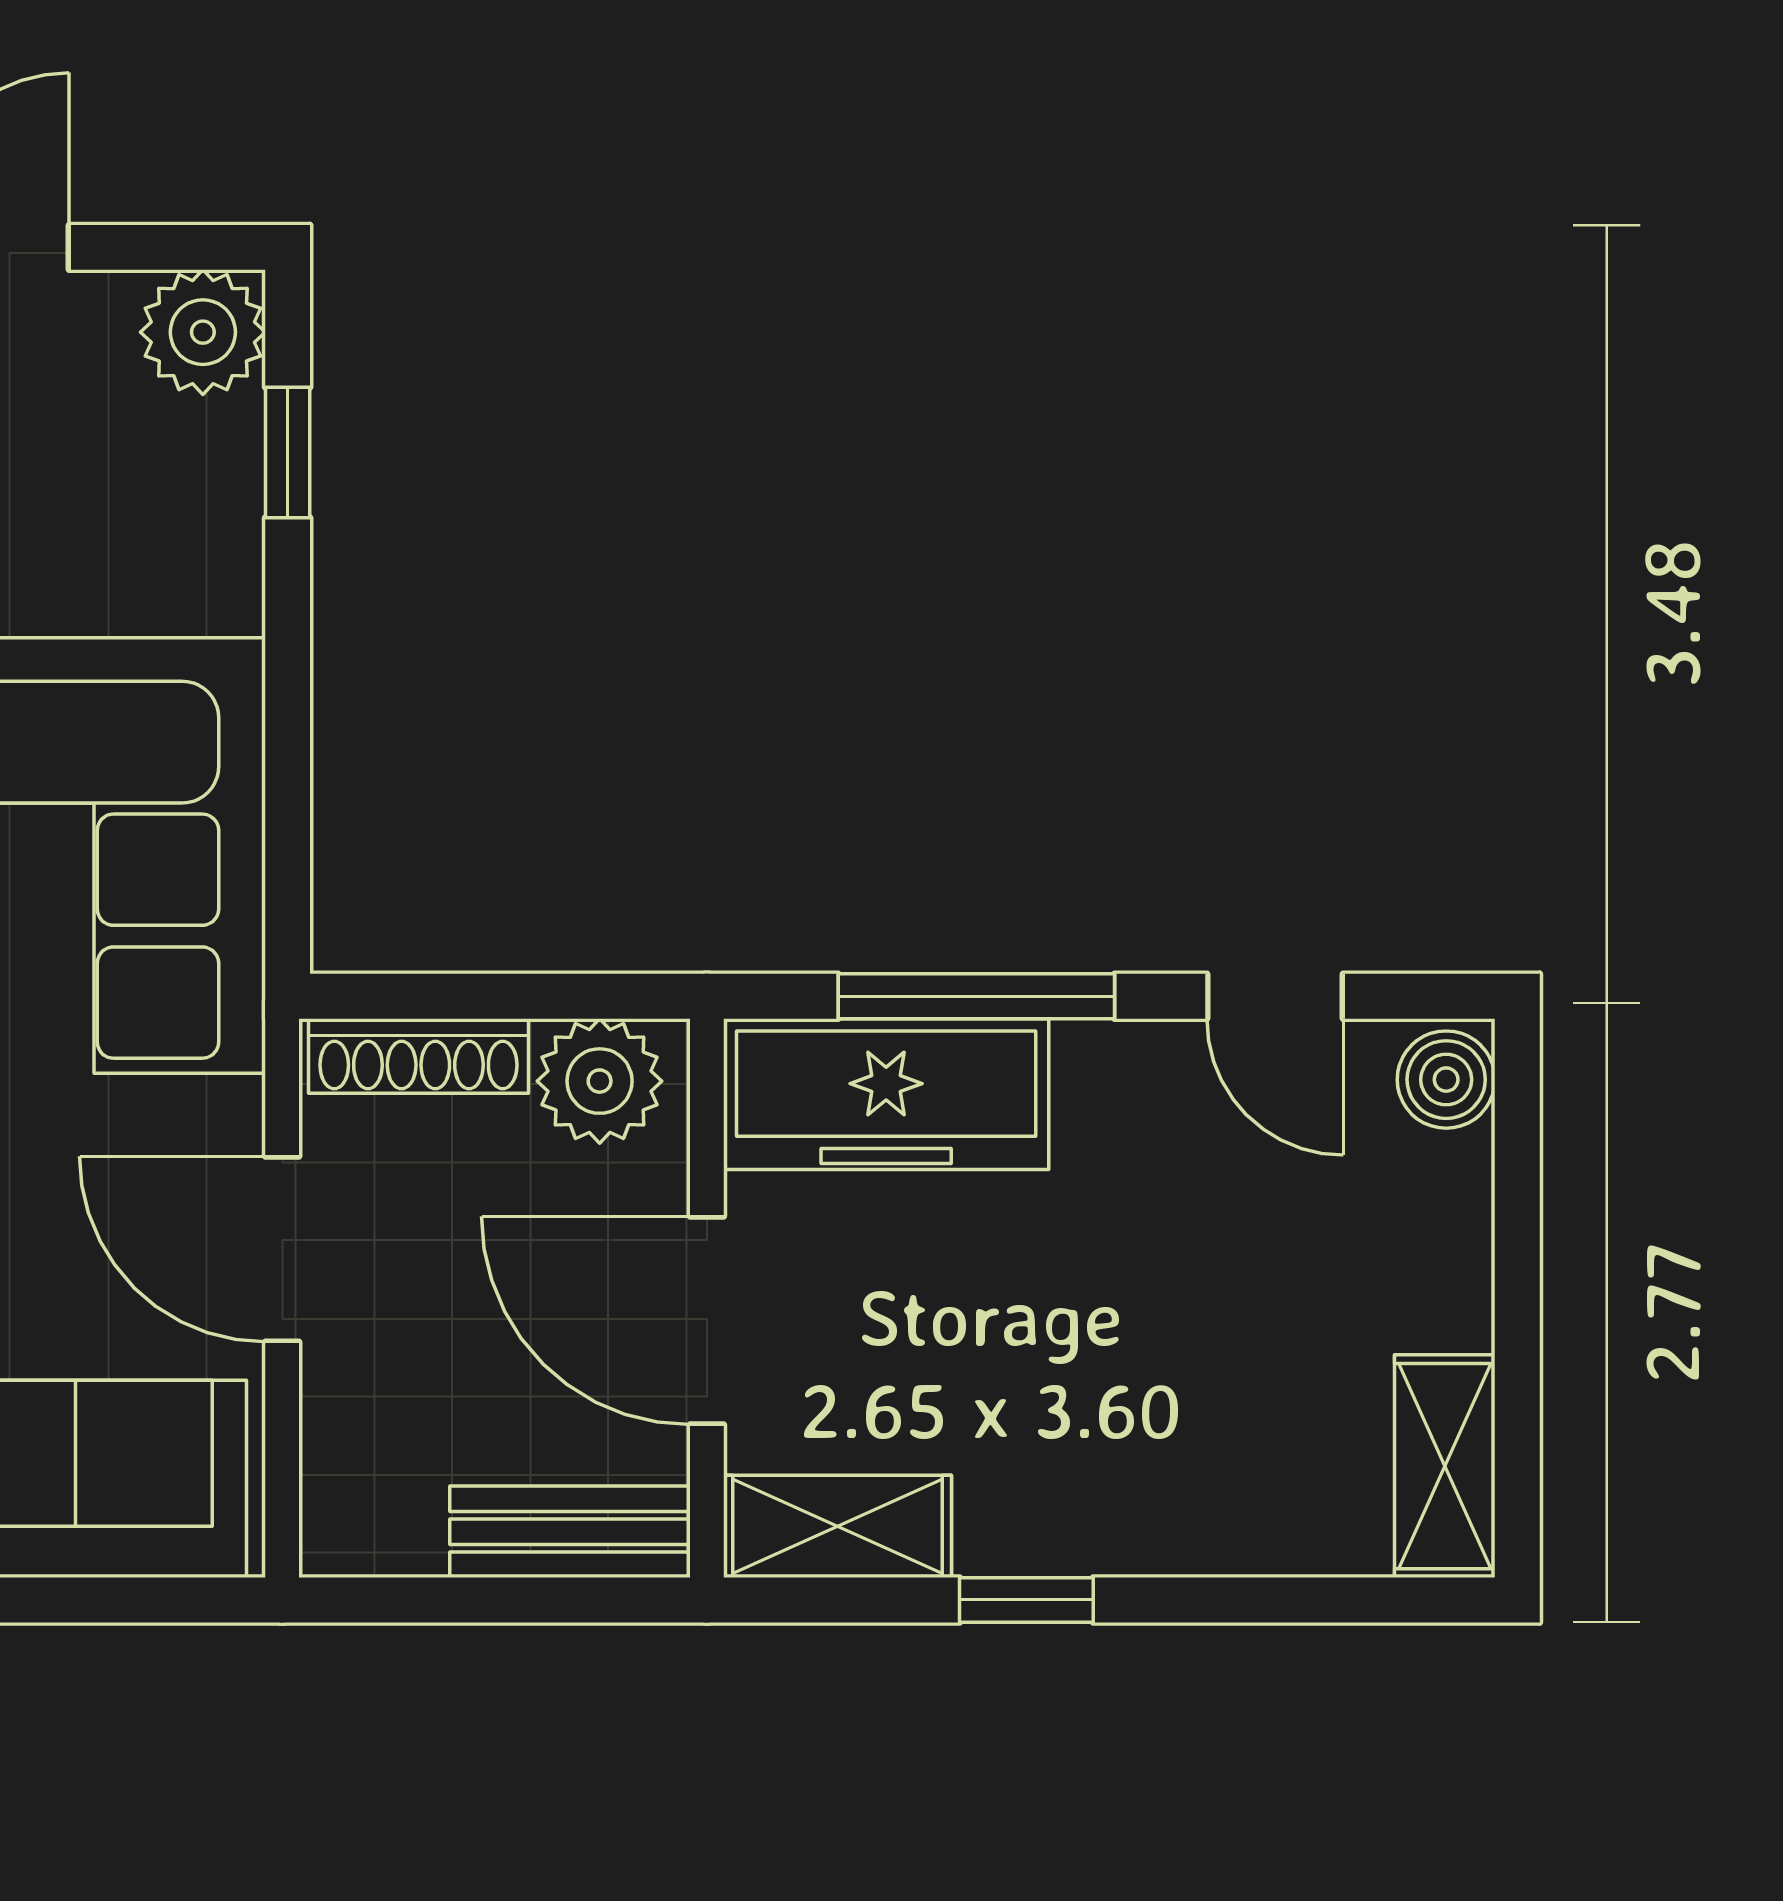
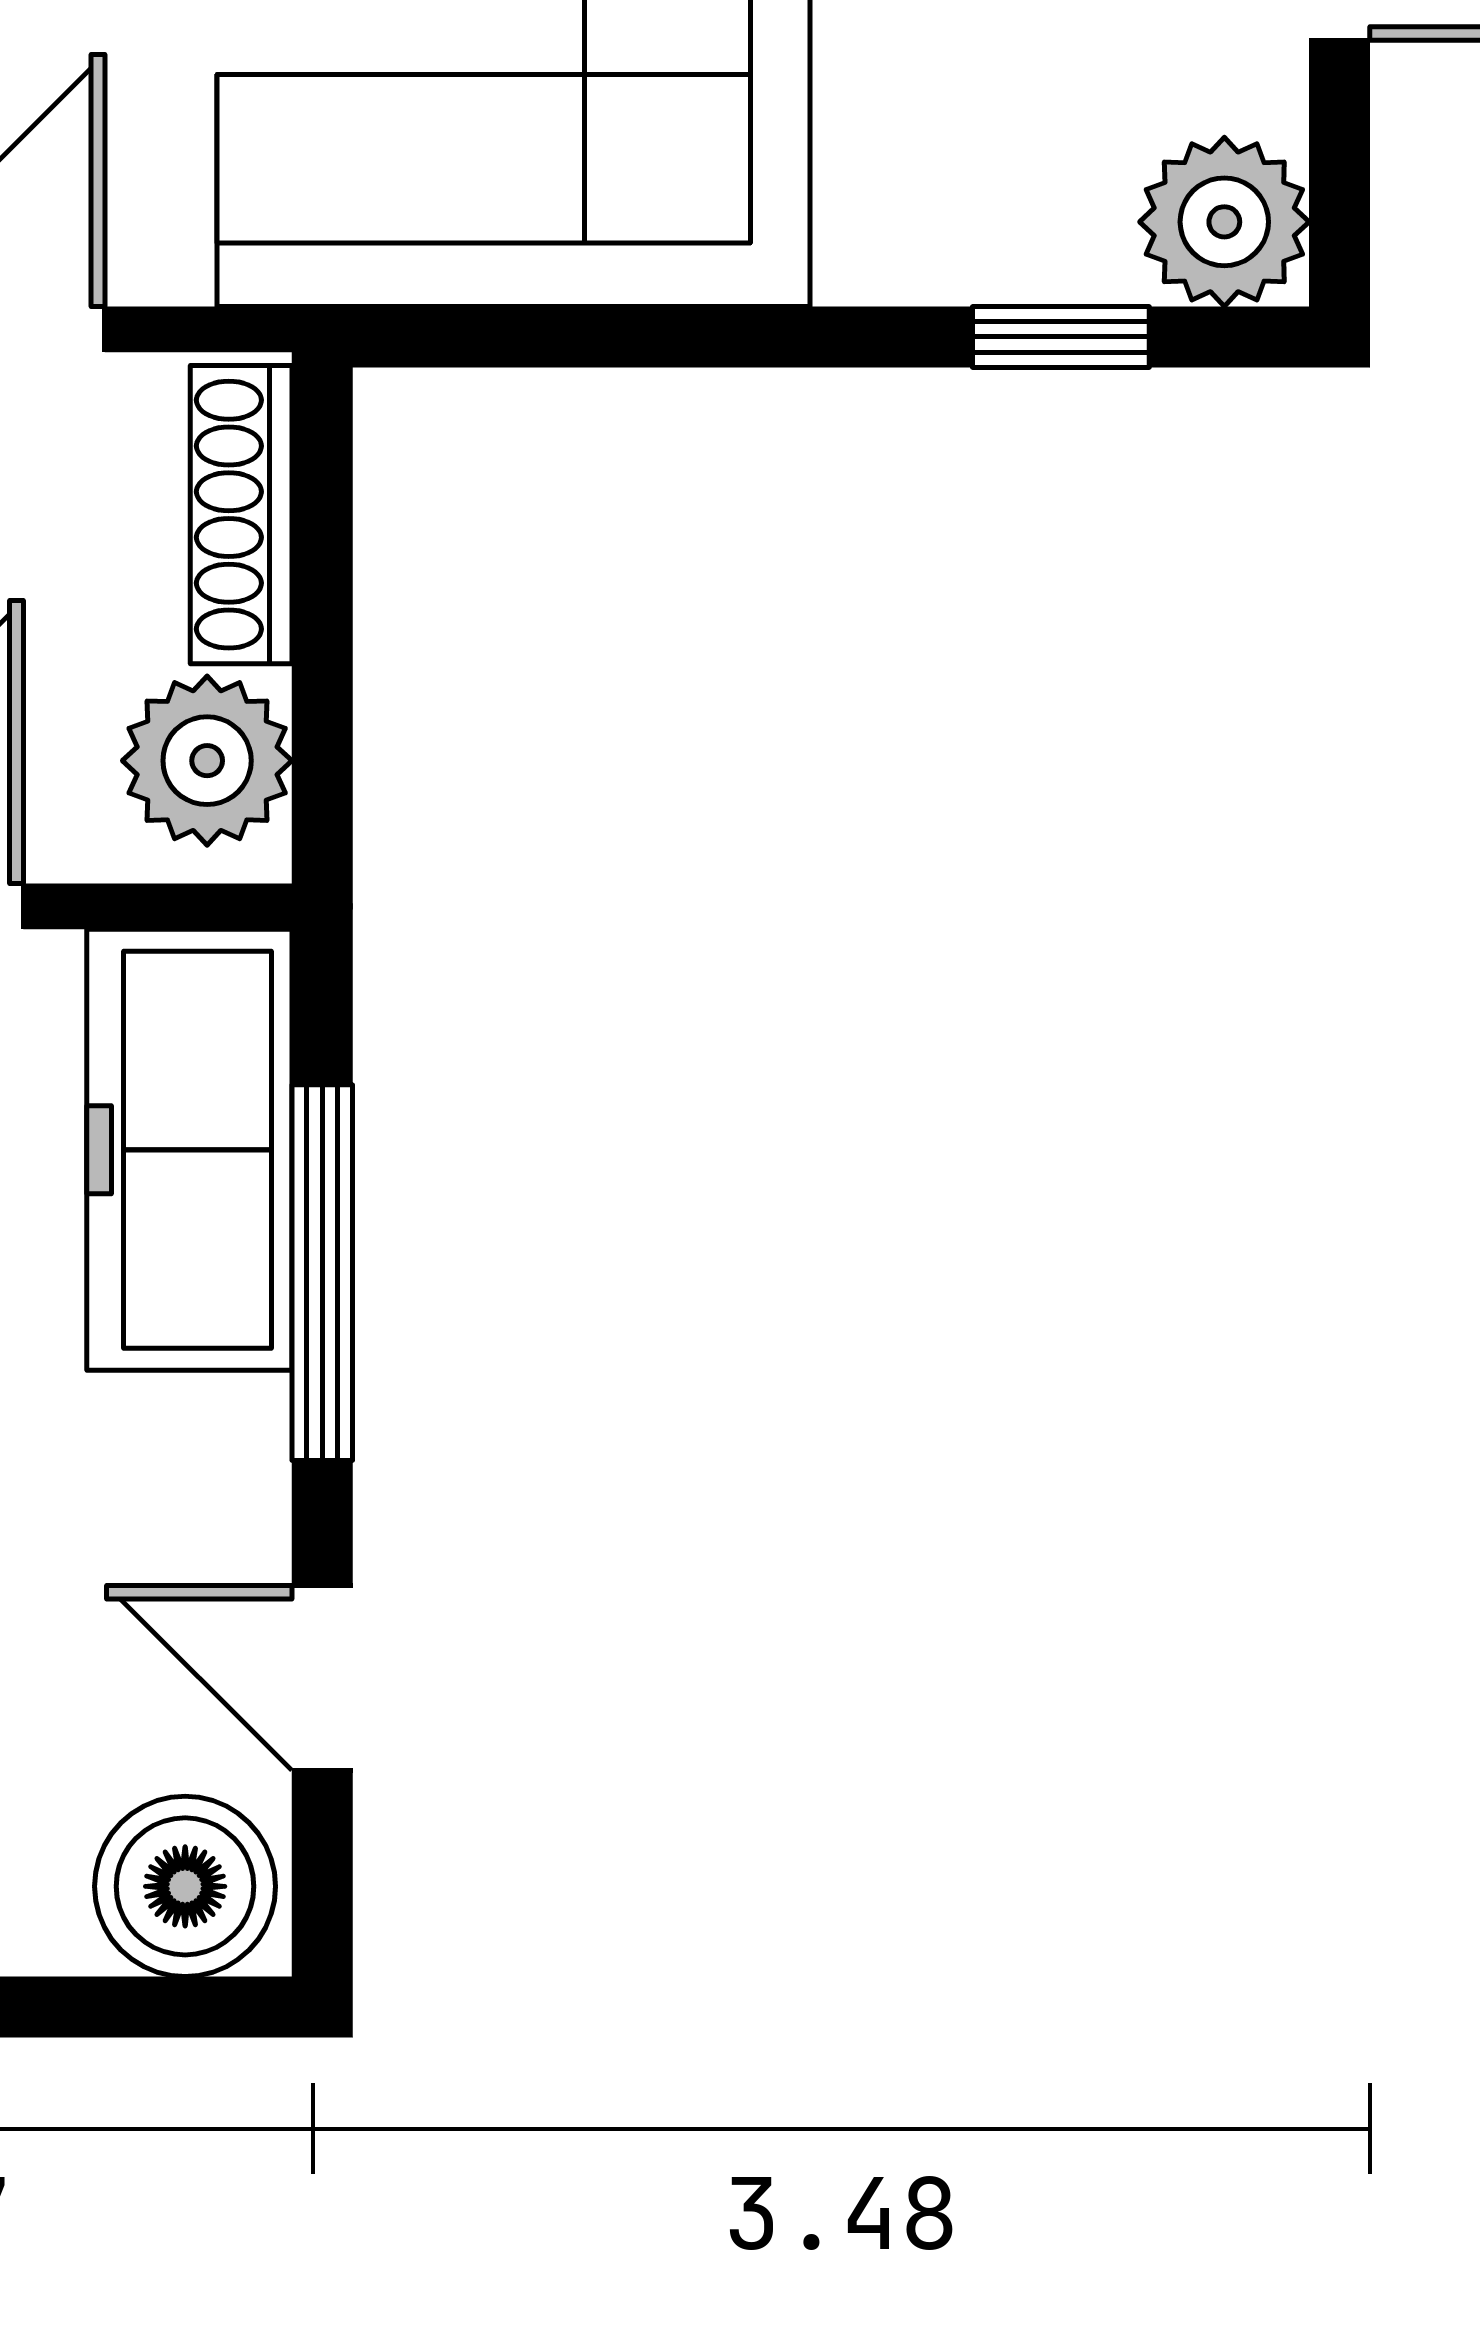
door: (1275, 996) -> (322, 1678), hinge flipped
boiler: (1446, 1080) -> (185, 1886), width x1.36, depth x1.36

